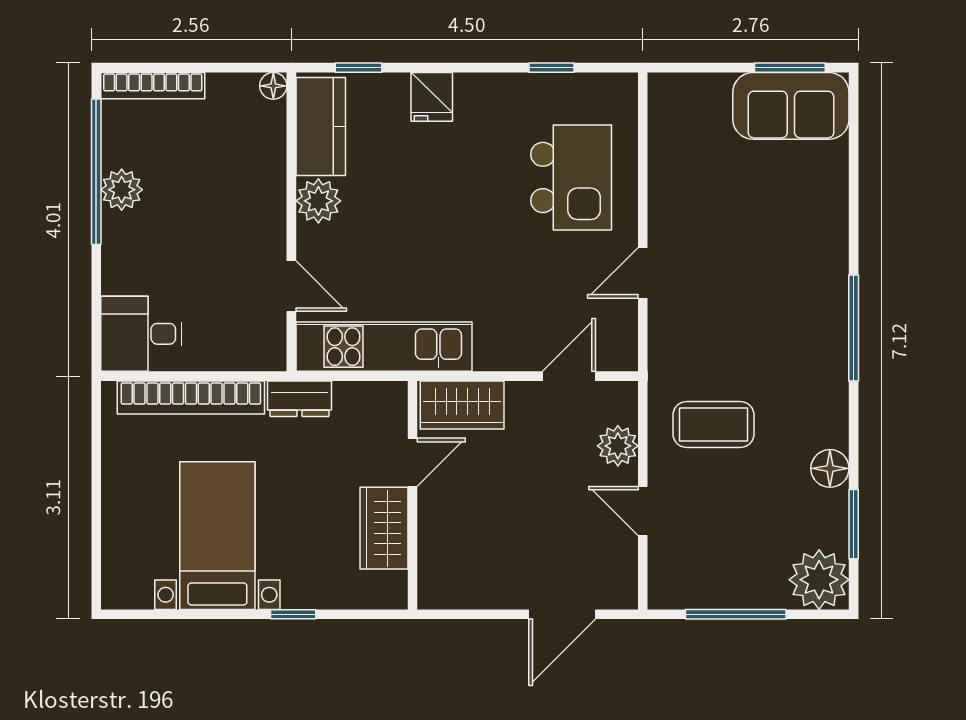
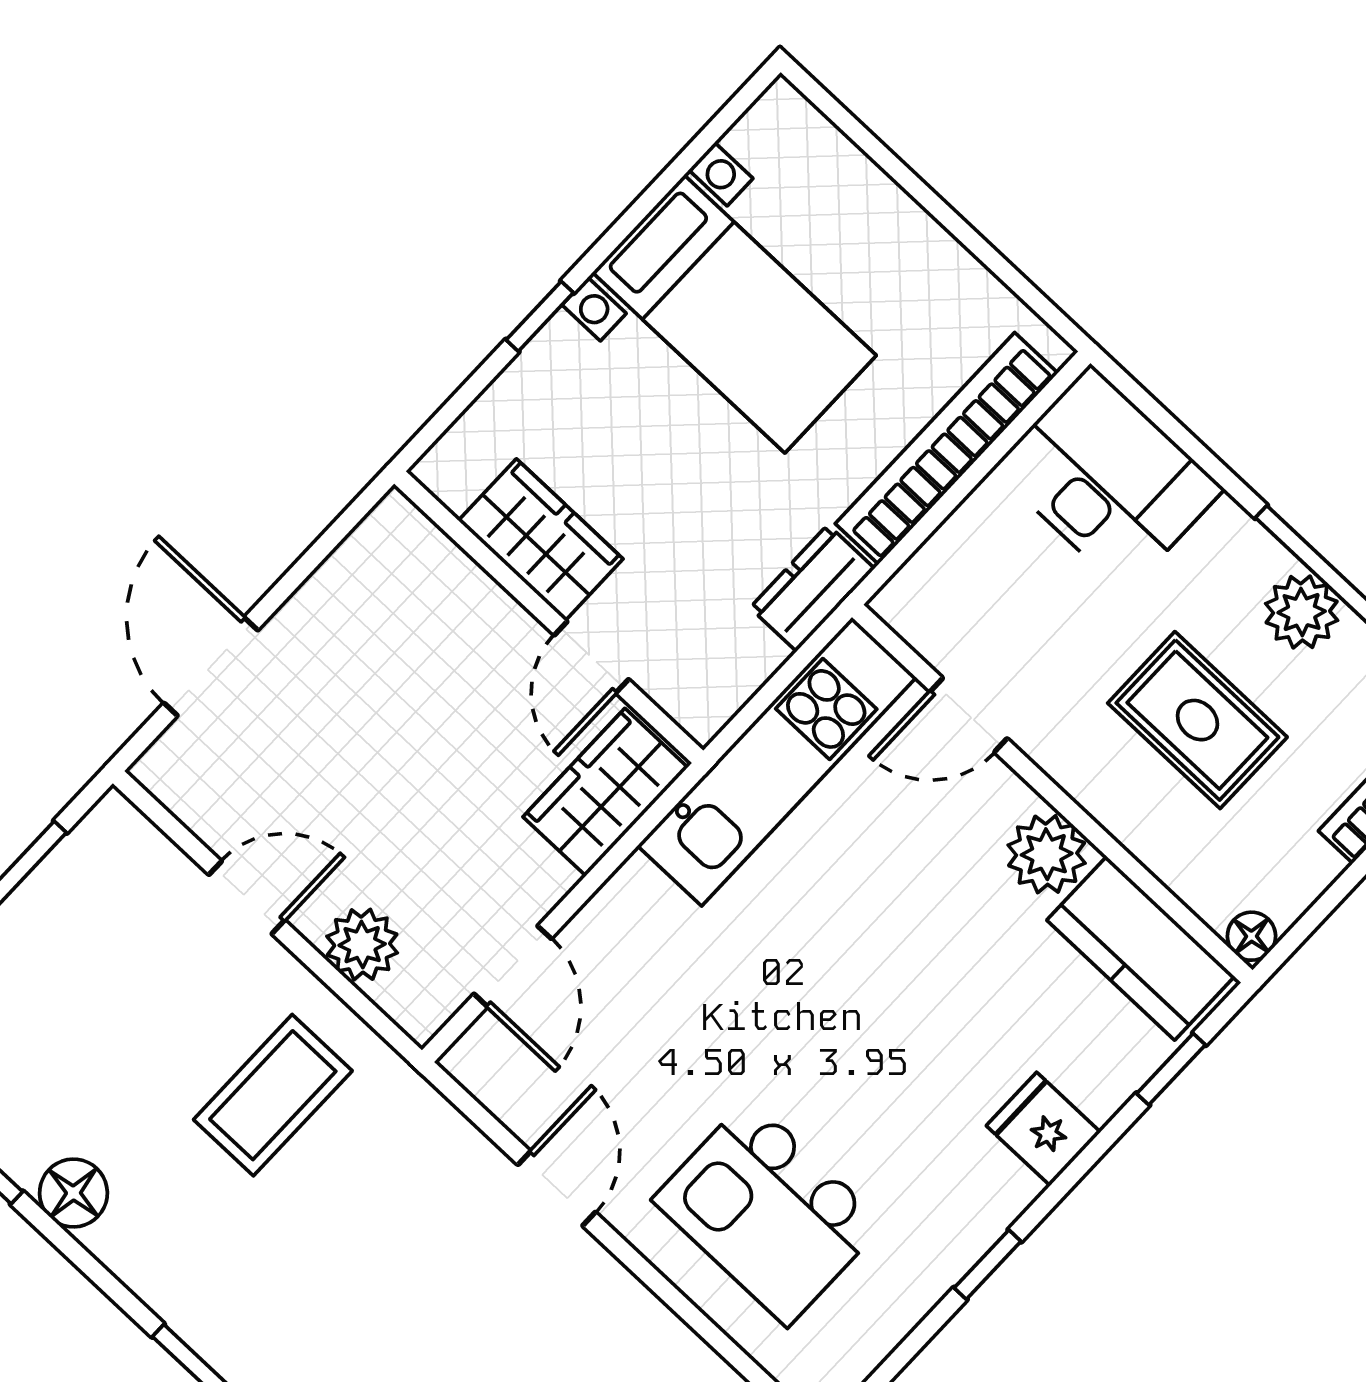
window: (551, 68) -> (988, 1265), moved
rug: (206, 191) -> (1197, 720), added
desk: (141, 334) -> (1108, 479), width x1.37

